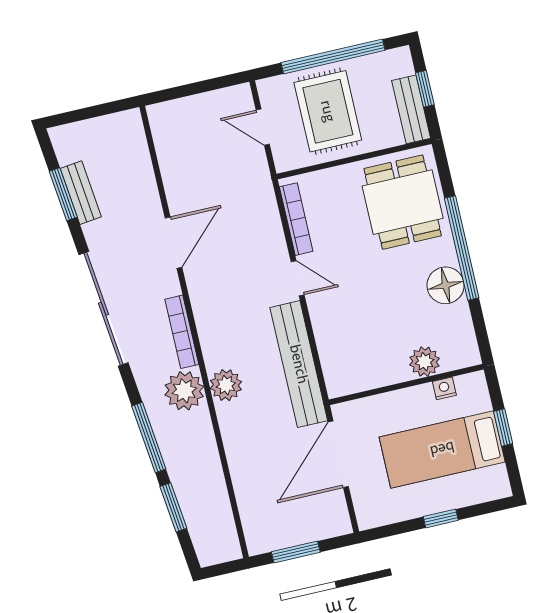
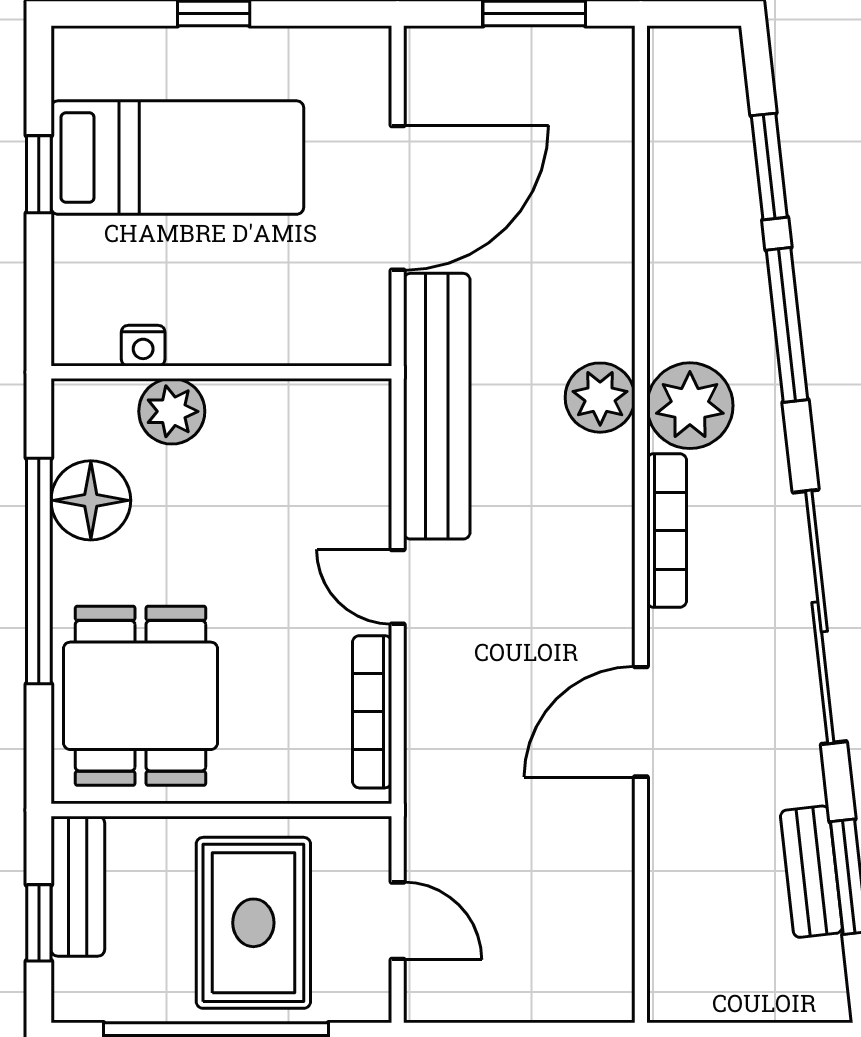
plant: (425, 362) -> (172, 411), moved
wall: (406, 384) -> (221, 372), moved
nightstand: (444, 388) -> (143, 346), moved

